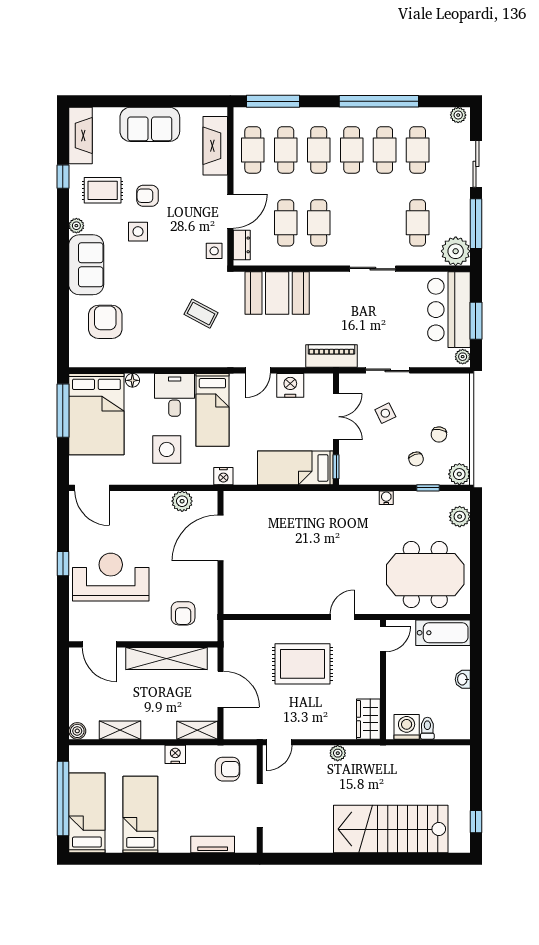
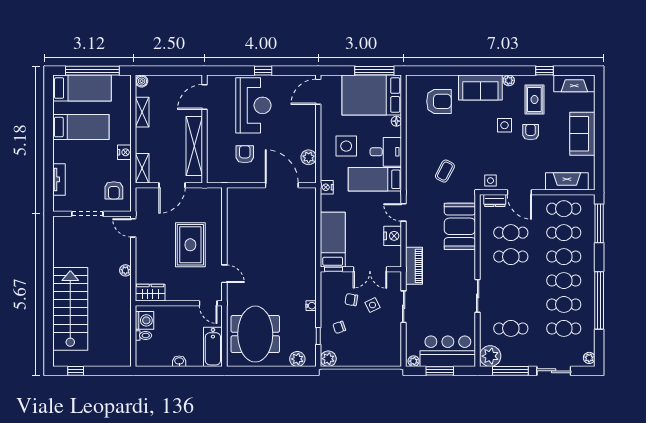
chair: (439, 434) -> (351, 300), moved
armchair: (183, 613) -> (245, 154), moved, turned 90

